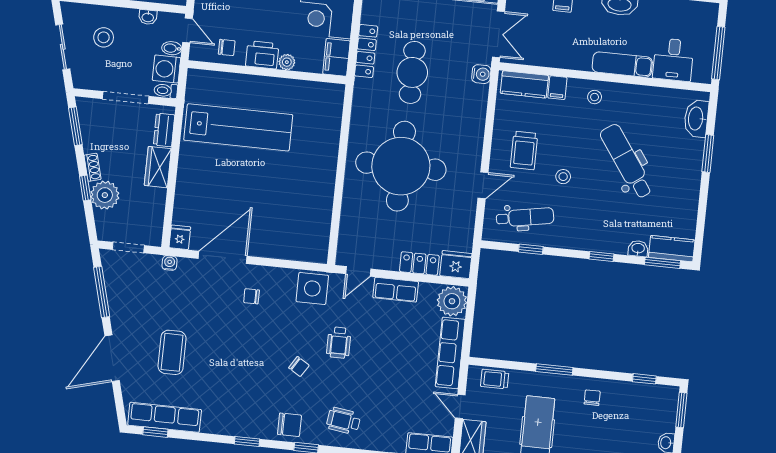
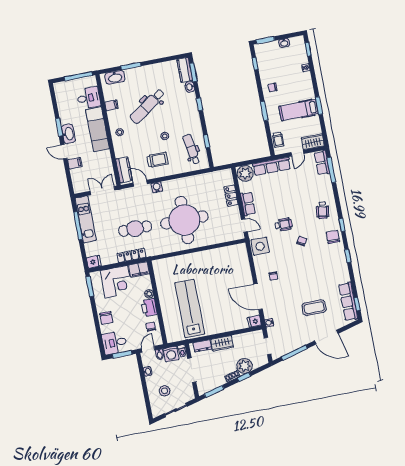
exam couch: (622, 65) -> (97, 129), width x1.36, depth x1.45
water cooler: (481, 74) -> (157, 187), moved
filing cabinet: (557, 88) -> (111, 105), moved
door: (483, 185) -> (140, 183), moved
fridge: (456, 265) -> (226, 177), removed

